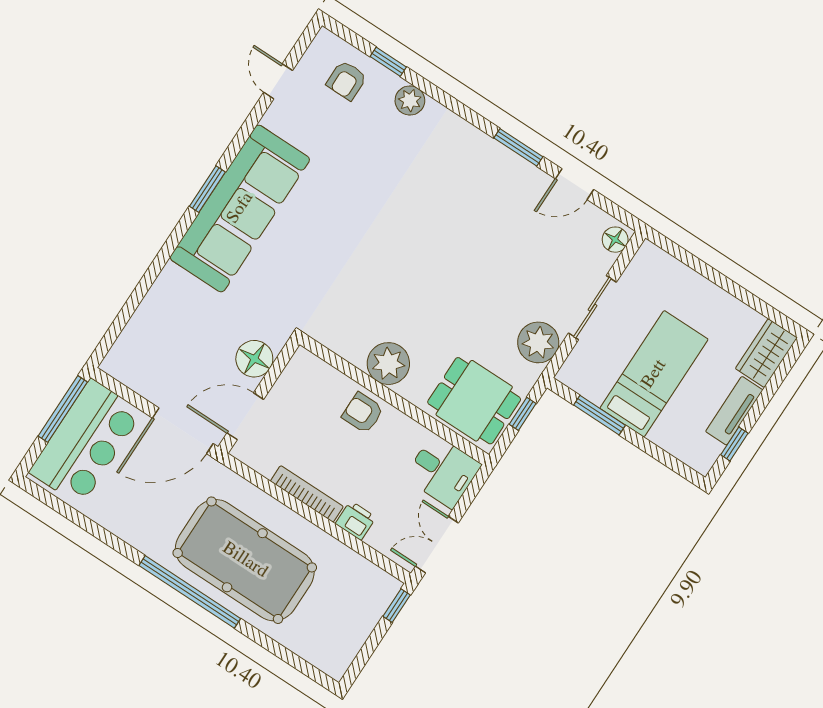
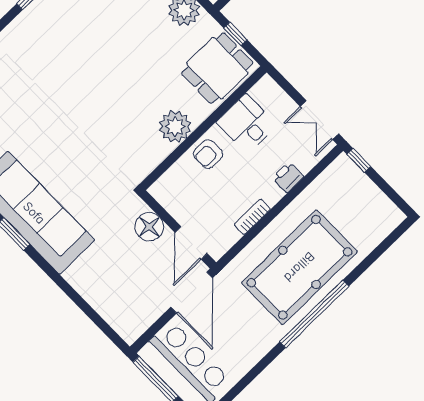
desk: (443, 471) -> (247, 124), moved, turned -90
bookcase: (307, 494) -> (252, 217), width x0.64

